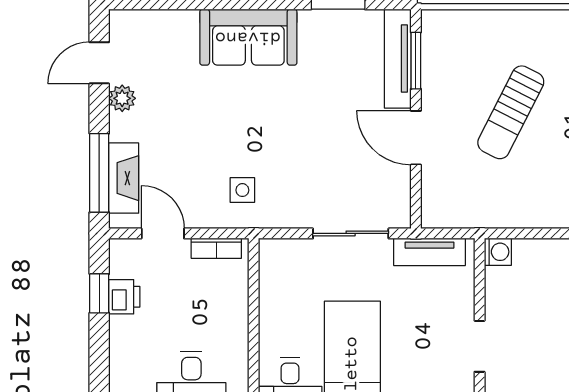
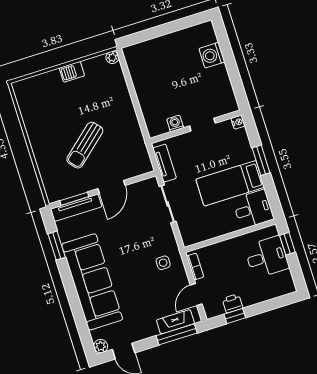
sofa: (248, 37) -> (92, 282), width x1.85, depth x1.27
plant: (122, 98) -> (101, 346), moved
sun lounger: (511, 112) -> (85, 145), turned 112
washing machine: (498, 252) -> (175, 123), moved

